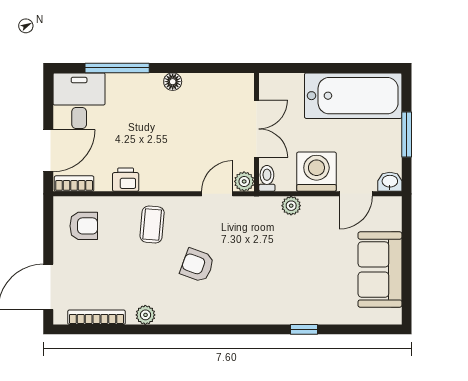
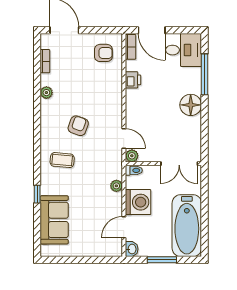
floor lamp: (173, 82) -> (191, 105), width x1.89, depth x1.89
double door: (257, 129) -> (179, 164), moved
door: (356, 194) -> (124, 227), hinge flipped
coffee table: (152, 224) -> (62, 160), moved
armchair: (84, 226) -> (103, 53), turned -90
sofa: (380, 270) -> (54, 220), moved, turned 90
bookcase: (96, 317) -> (45, 61), width x0.64

